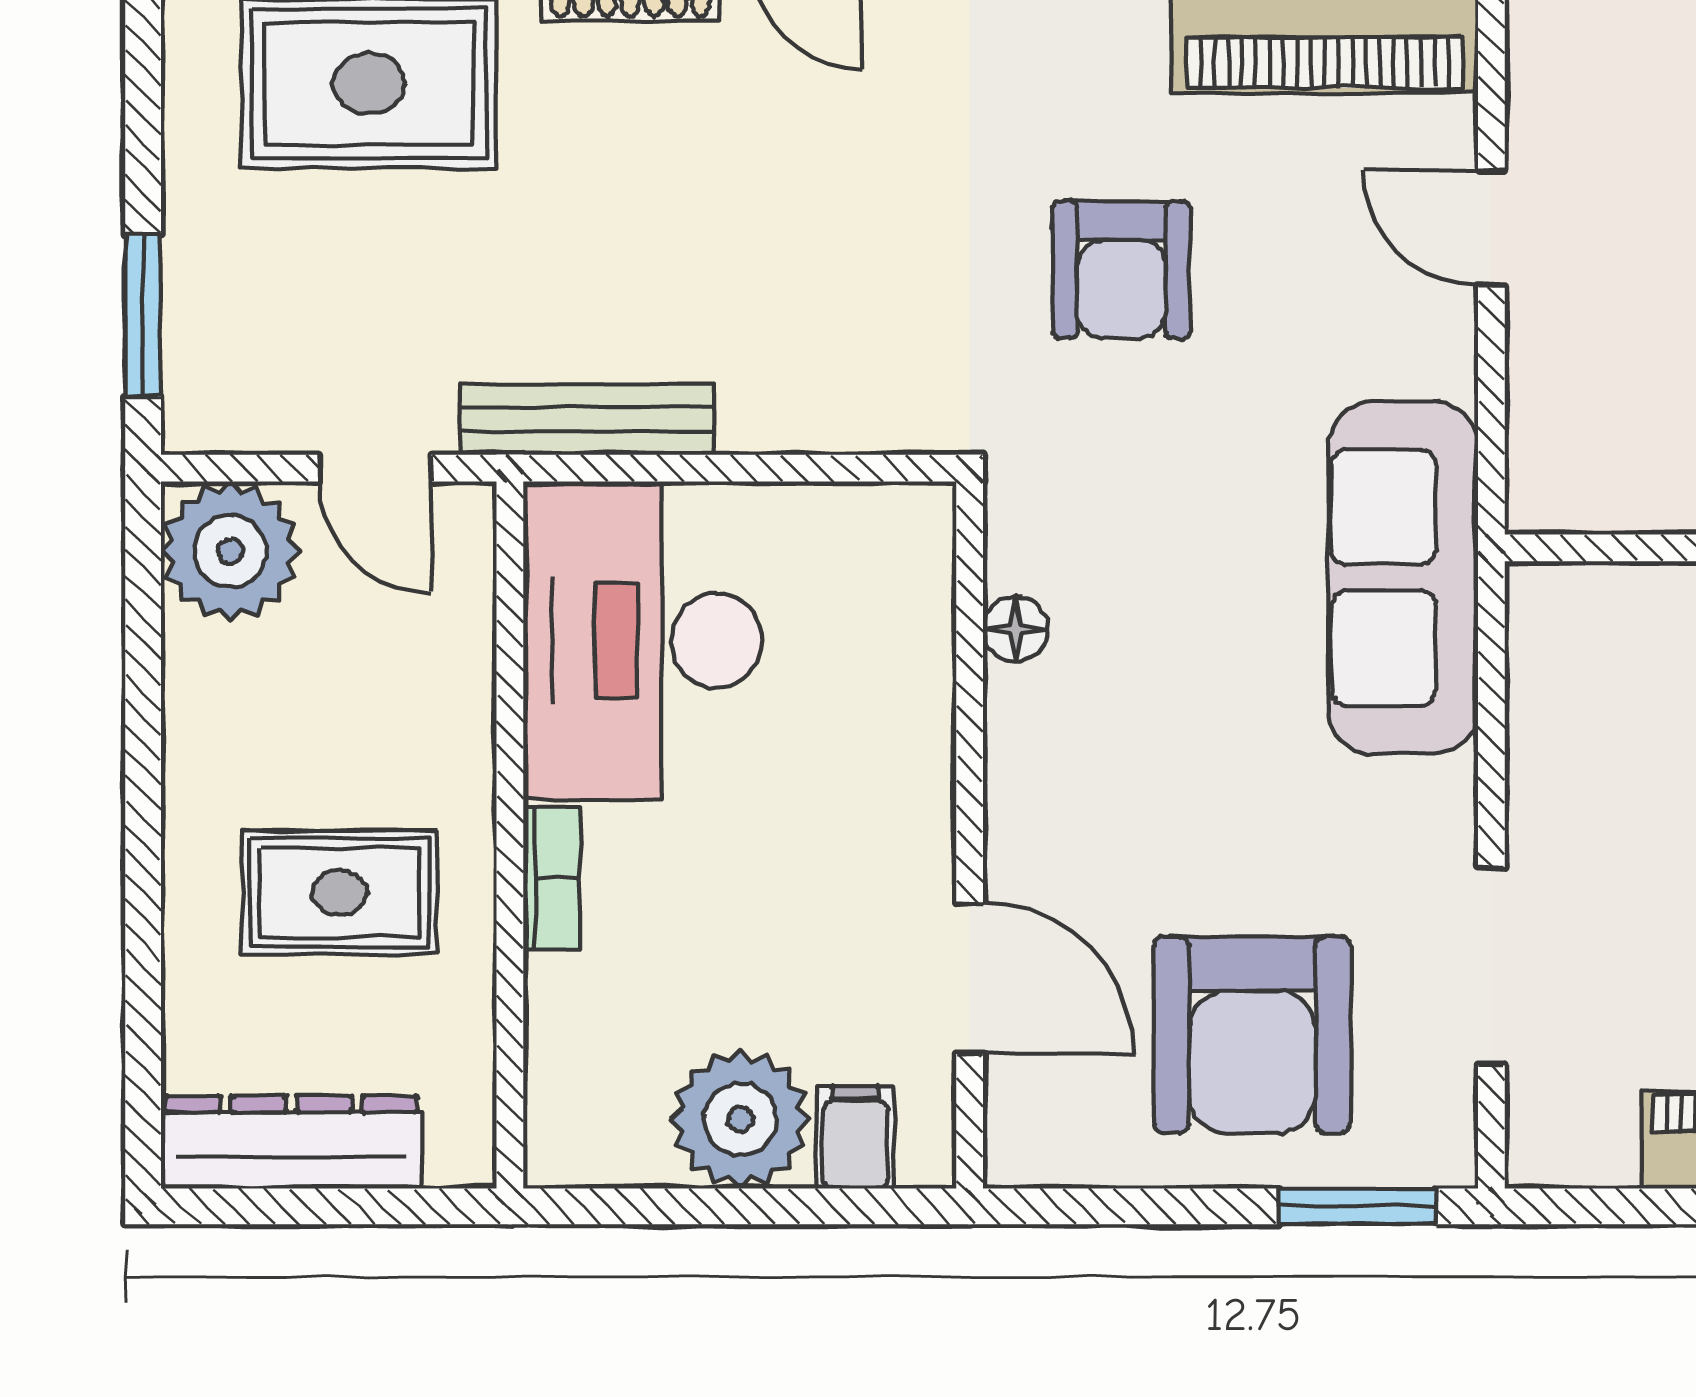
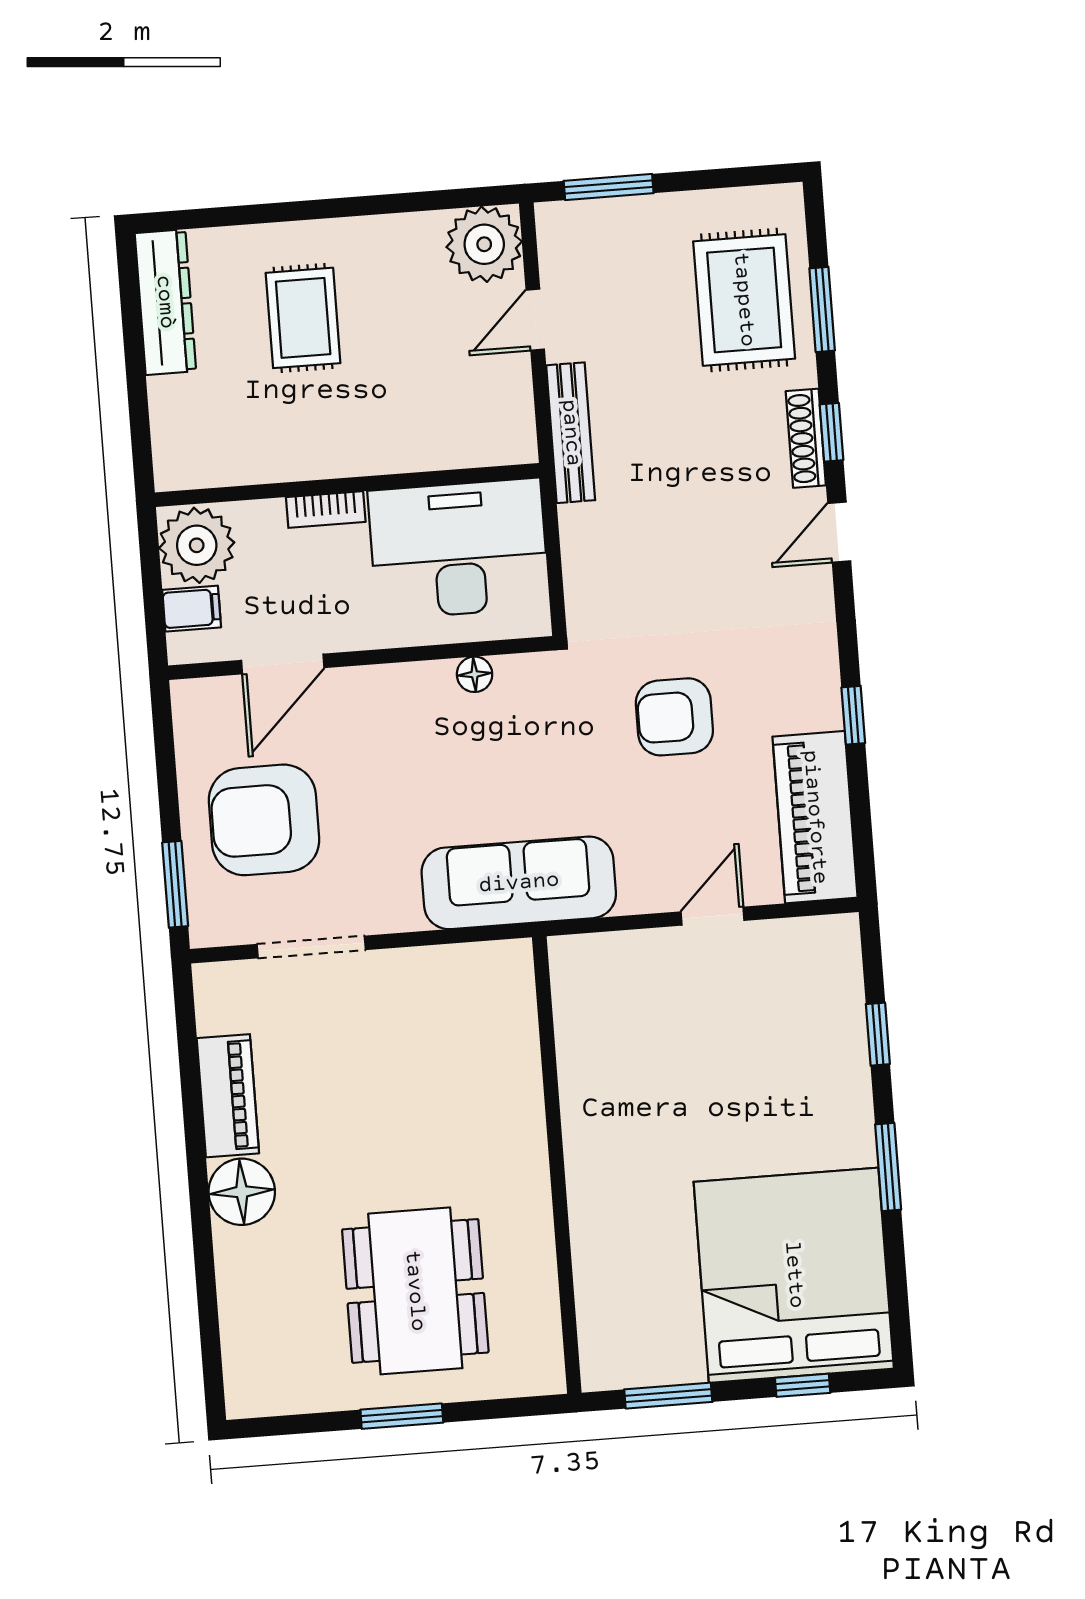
desk: (642, 641) -> (459, 549), moved
wall: (510, 835) -> (347, 485), moved
bookcase: (552, 878) -> (326, 509), moved

